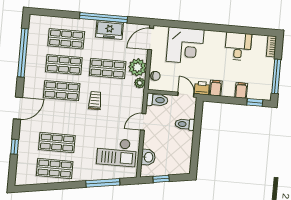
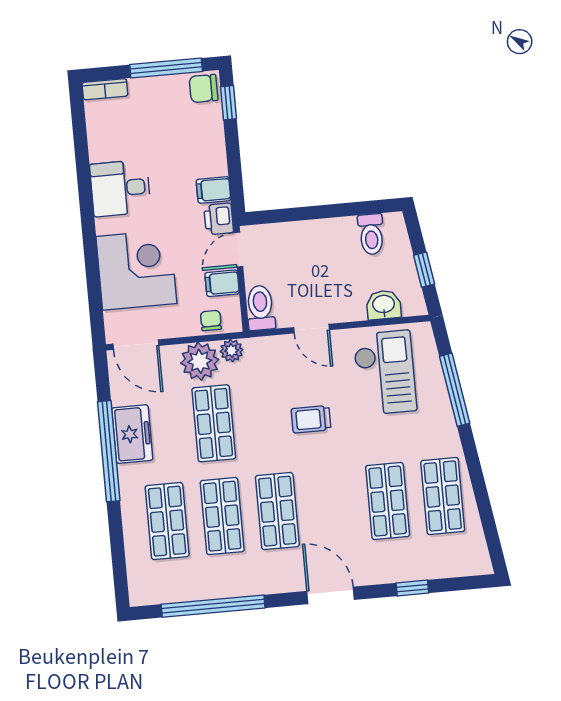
desk: (238, 46) -> (120, 188), moved
filing cabinet: (241, 90) -> (222, 283), moved
chair: (264, 92) -> (204, 88), added
trolley: (95, 101) -> (311, 419), moved
toilet: (185, 124) -> (371, 234), moved

